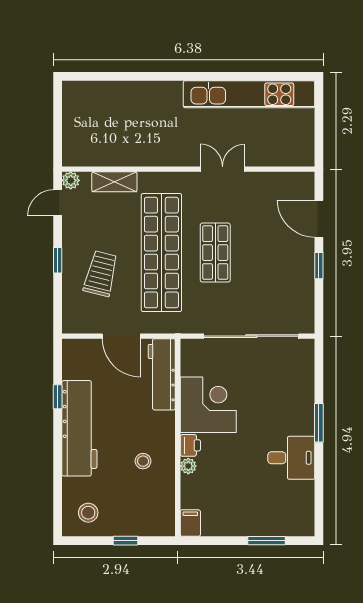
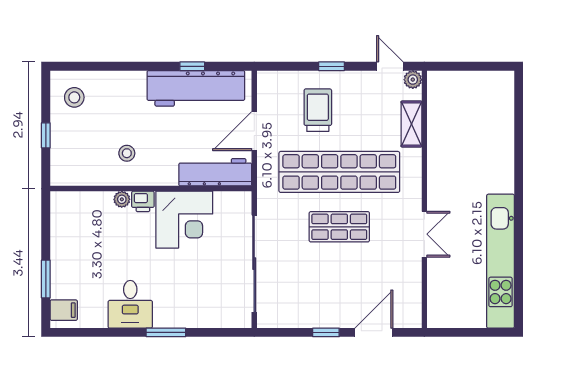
trolley: (101, 274) -> (318, 110), turned -104
workbench: (79, 428) -> (196, 88), moved
filing cabinet: (190, 523) -> (64, 310), moved

